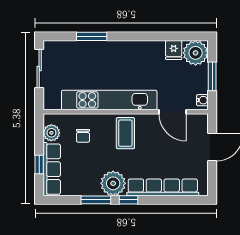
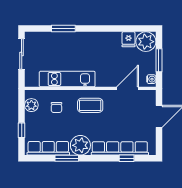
kitchen unit: (109, 100) -> (67, 79), width x0.73
door: (172, 112) -> (128, 88), swing flipped
coffee table: (125, 133) -> (90, 105), turned 90
row of seats: (52, 169) -> (48, 148), moved, turned -90
window: (128, 200) -> (127, 158), moved

